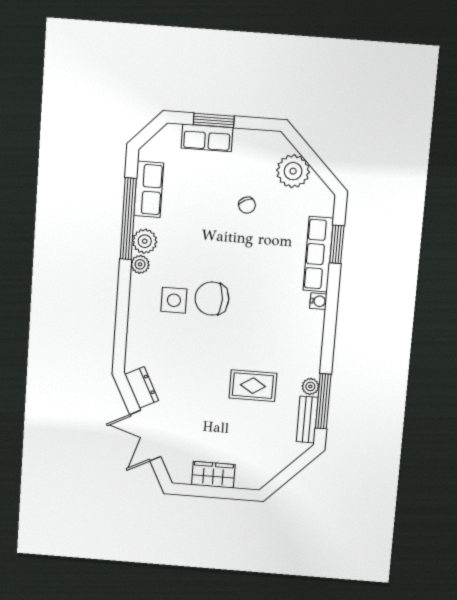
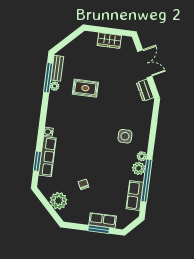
chair: (212, 299) -> (105, 136), removed

